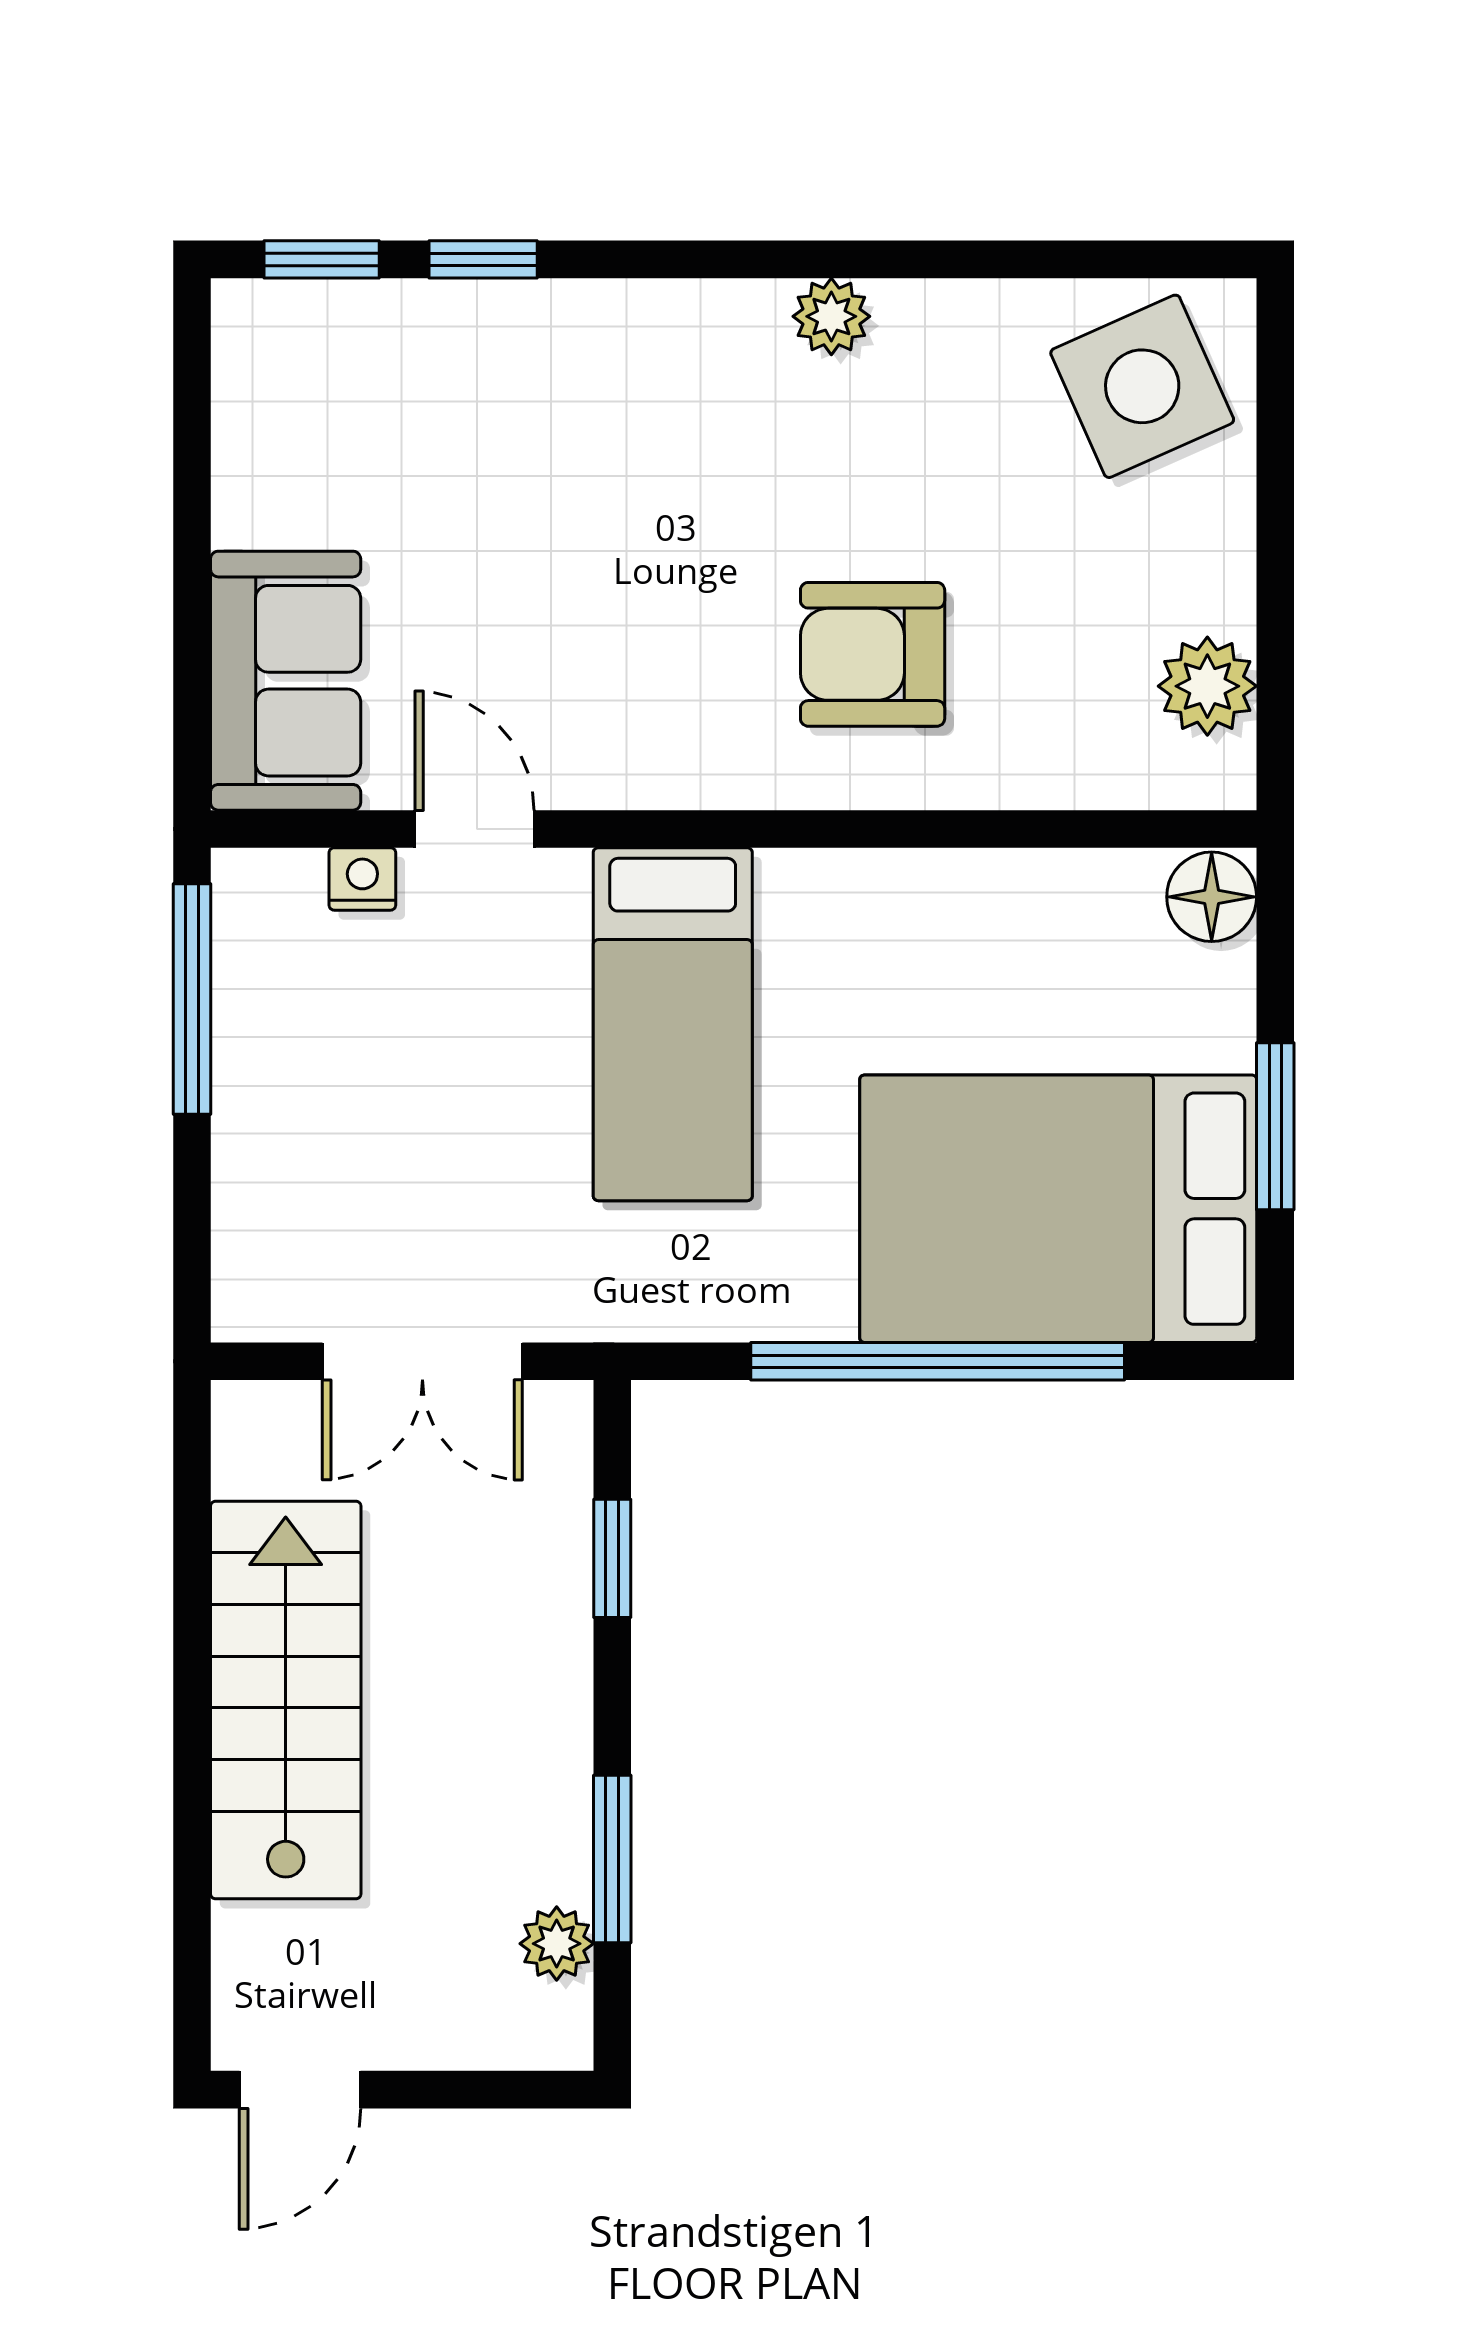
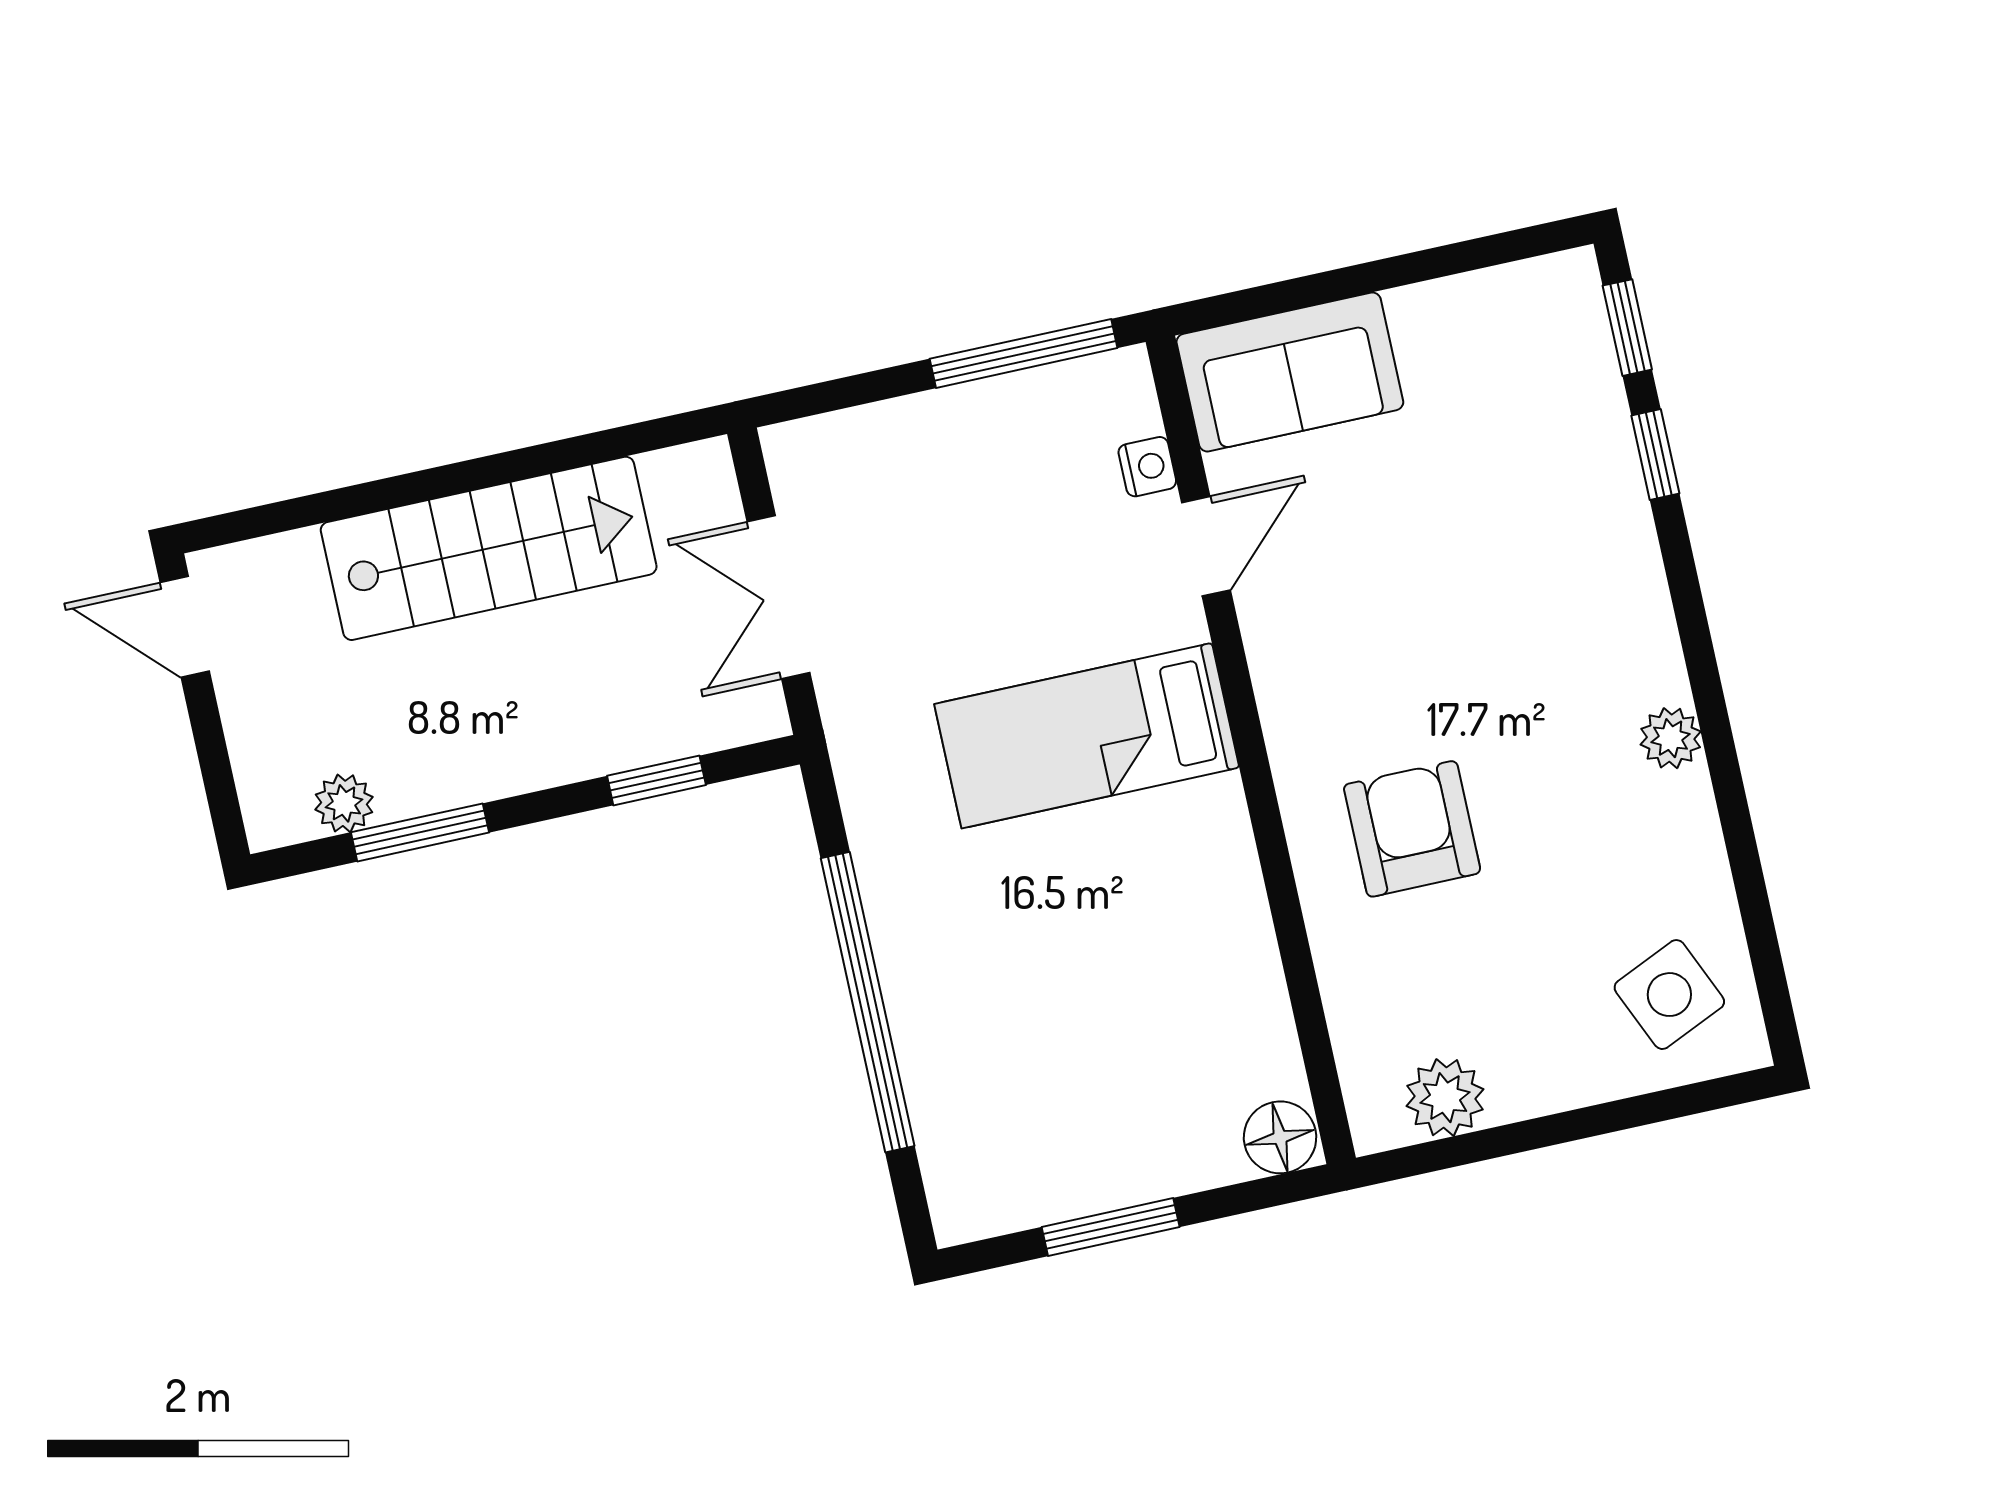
side table: (1142, 386) -> (1669, 995), width x0.73, depth x0.73
bed: (1058, 1209) -> (1008, 1071), removed

